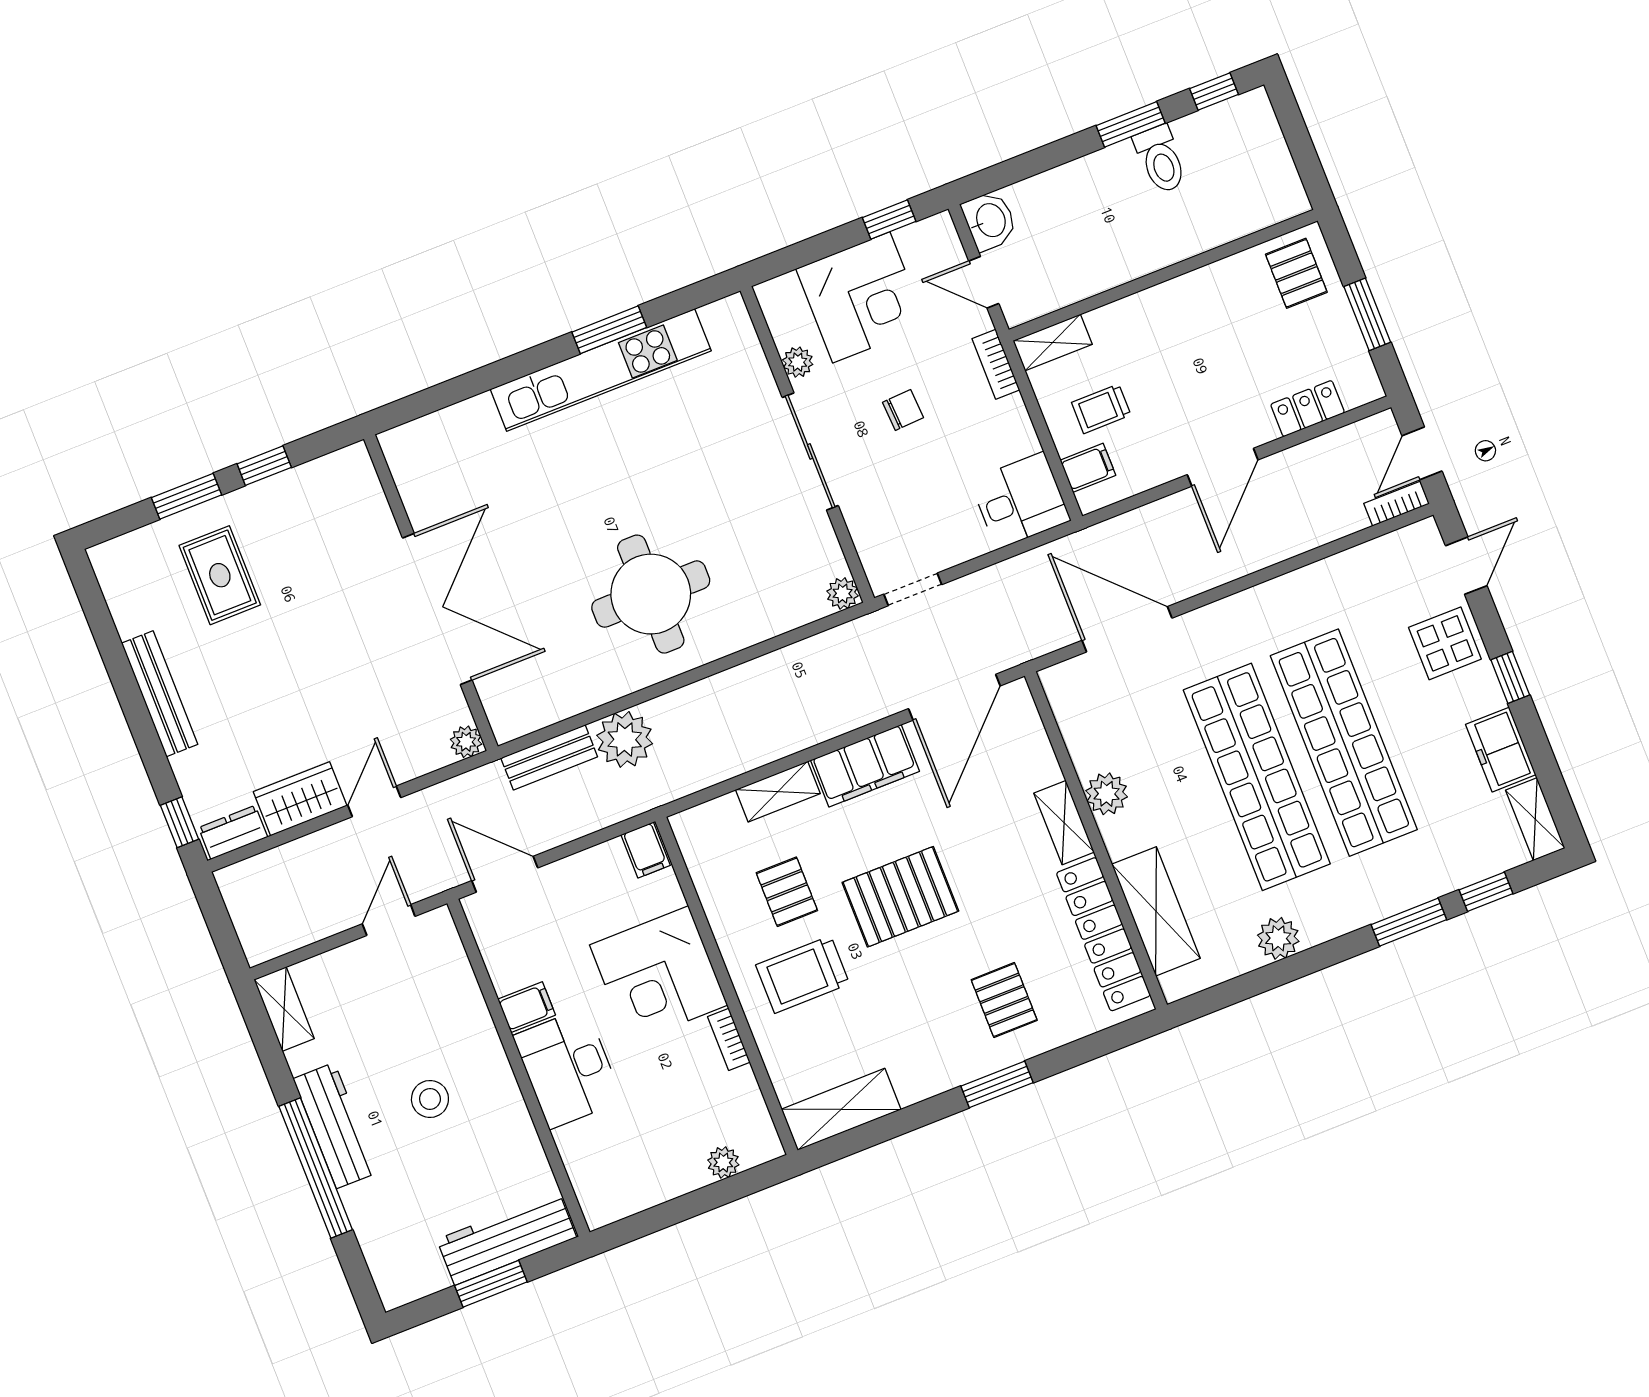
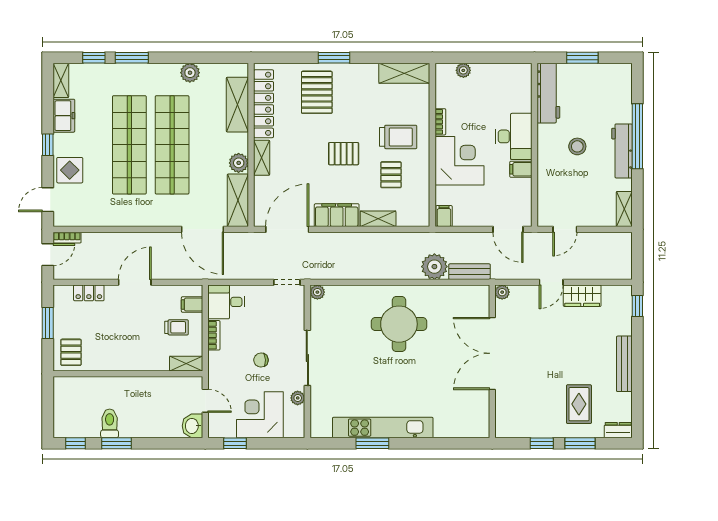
bookcase: (996, 364) -> (214, 335), moved
shelving: (1078, 717) -> (238, 200), added
dresser: (233, 832) -> (618, 430), moved, turned 180
pallet: (900, 897) -> (344, 154), width x0.67, depth x0.71
pallet: (1004, 1000) -> (317, 92), width x1.50, depth x1.42
workbench: (507, 1238) -> (548, 93), moved, turned -90

